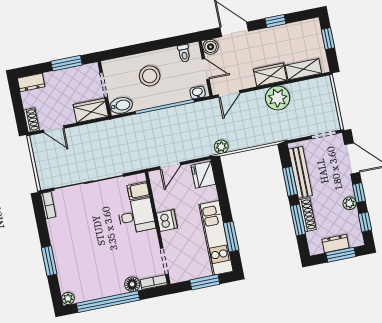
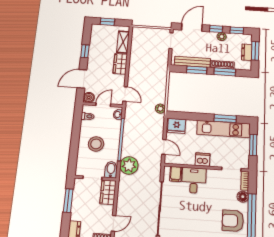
plant: (278, 98) -> (129, 165), moved
armchair: (98, 279) -> (233, 221), added

